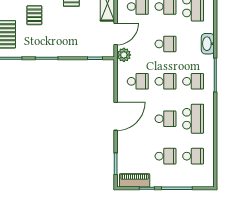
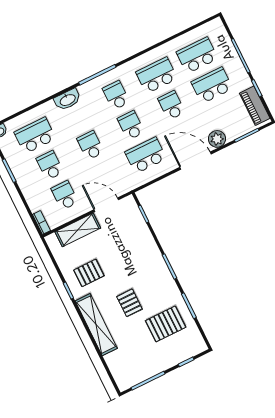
pallet: (34, 15) -> (129, 303), turned 90
plant: (124, 55) -> (217, 139), moved
school desk: (138, 81) -> (146, 155), width x1.85
school desk: (165, 156) -> (212, 85), width x1.85
school desk: (193, 156) -> (197, 55), width x1.85

